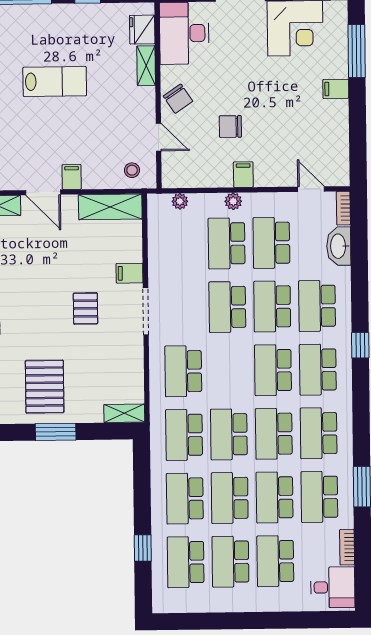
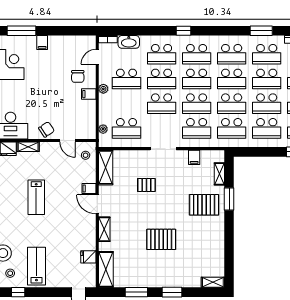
lab bench: (55, 81) -> (36, 197), turned 180
chair: (230, 126) -> (78, 76), moved
door: (159, 137) -> (67, 140), swing flipped
door: (43, 192) -> (97, 204), swing flipped
plant: (233, 201) -> (103, 89), moved
school desk: (227, 243) -> (126, 128), moved
filing cabinet: (130, 273) -> (194, 157), moved
pallet: (85, 308) -> (146, 185), moved
school desk: (228, 371) -> (197, 104), added
shelving: (124, 413) -> (219, 174), moved

